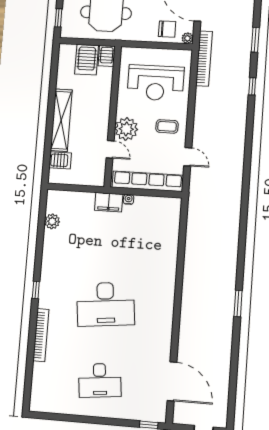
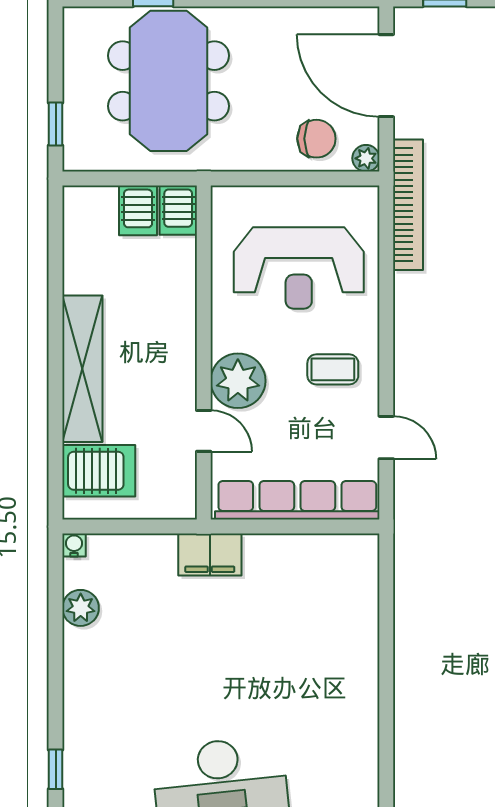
server rack: (87, 60) -> (138, 210), width x0.73, depth x0.70
server rack: (60, 160) -> (99, 471), width x1.36, depth x1.44
water cooler: (129, 199) -> (74, 545), moved

